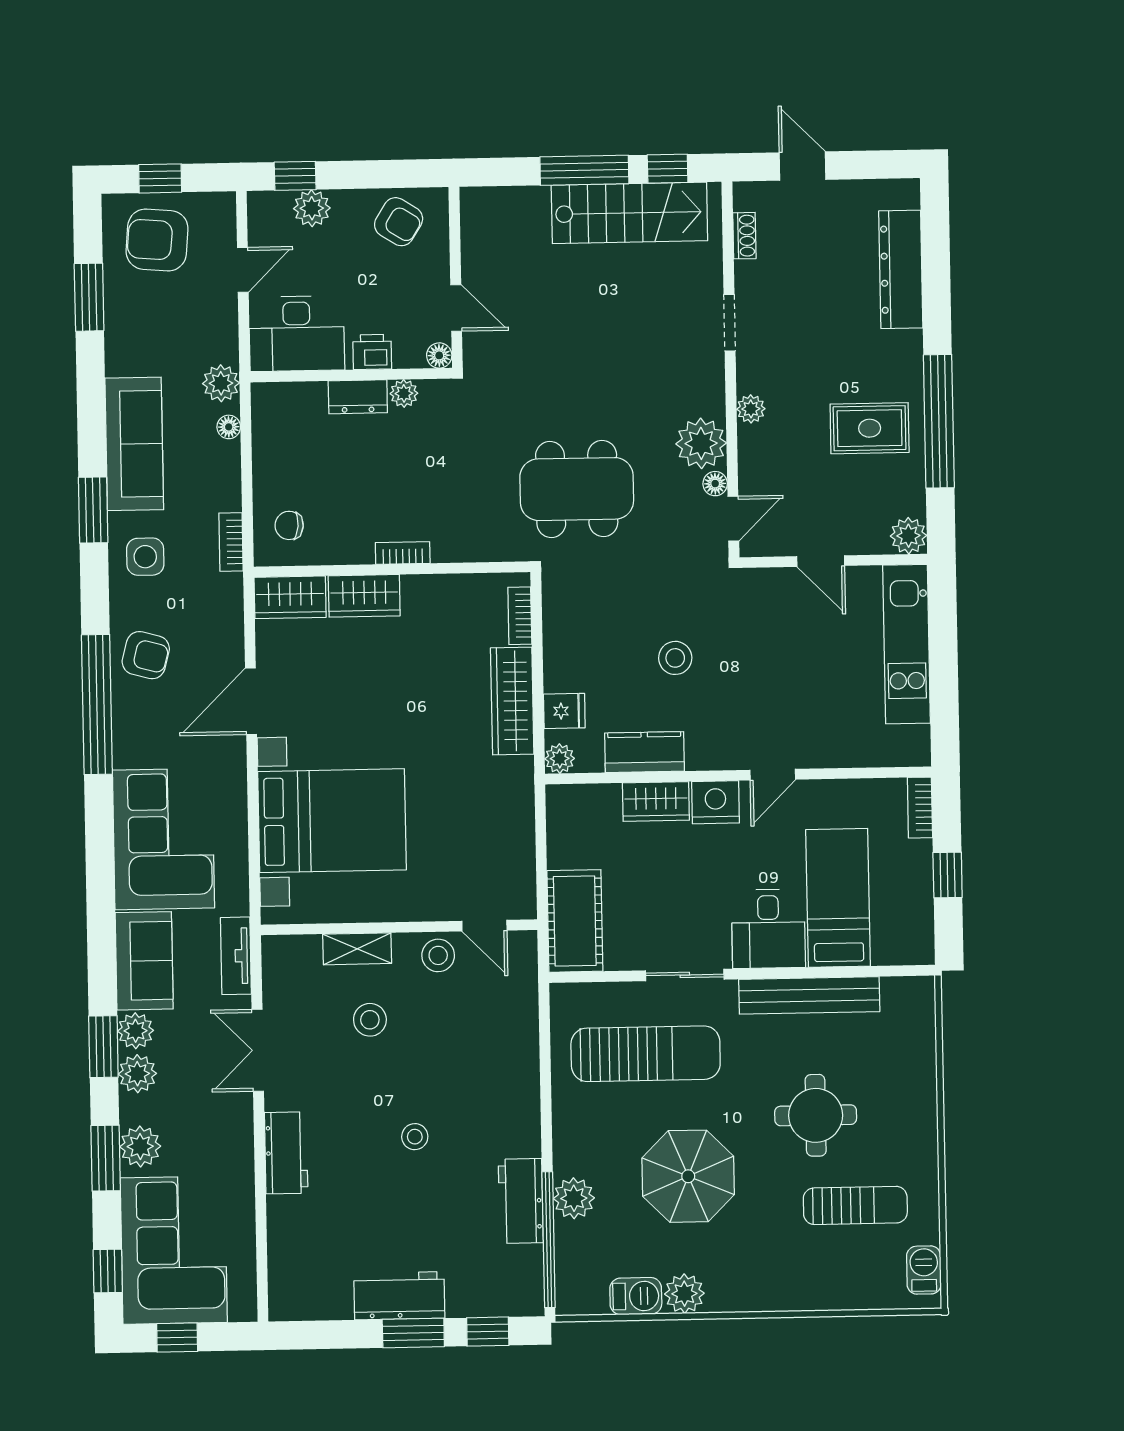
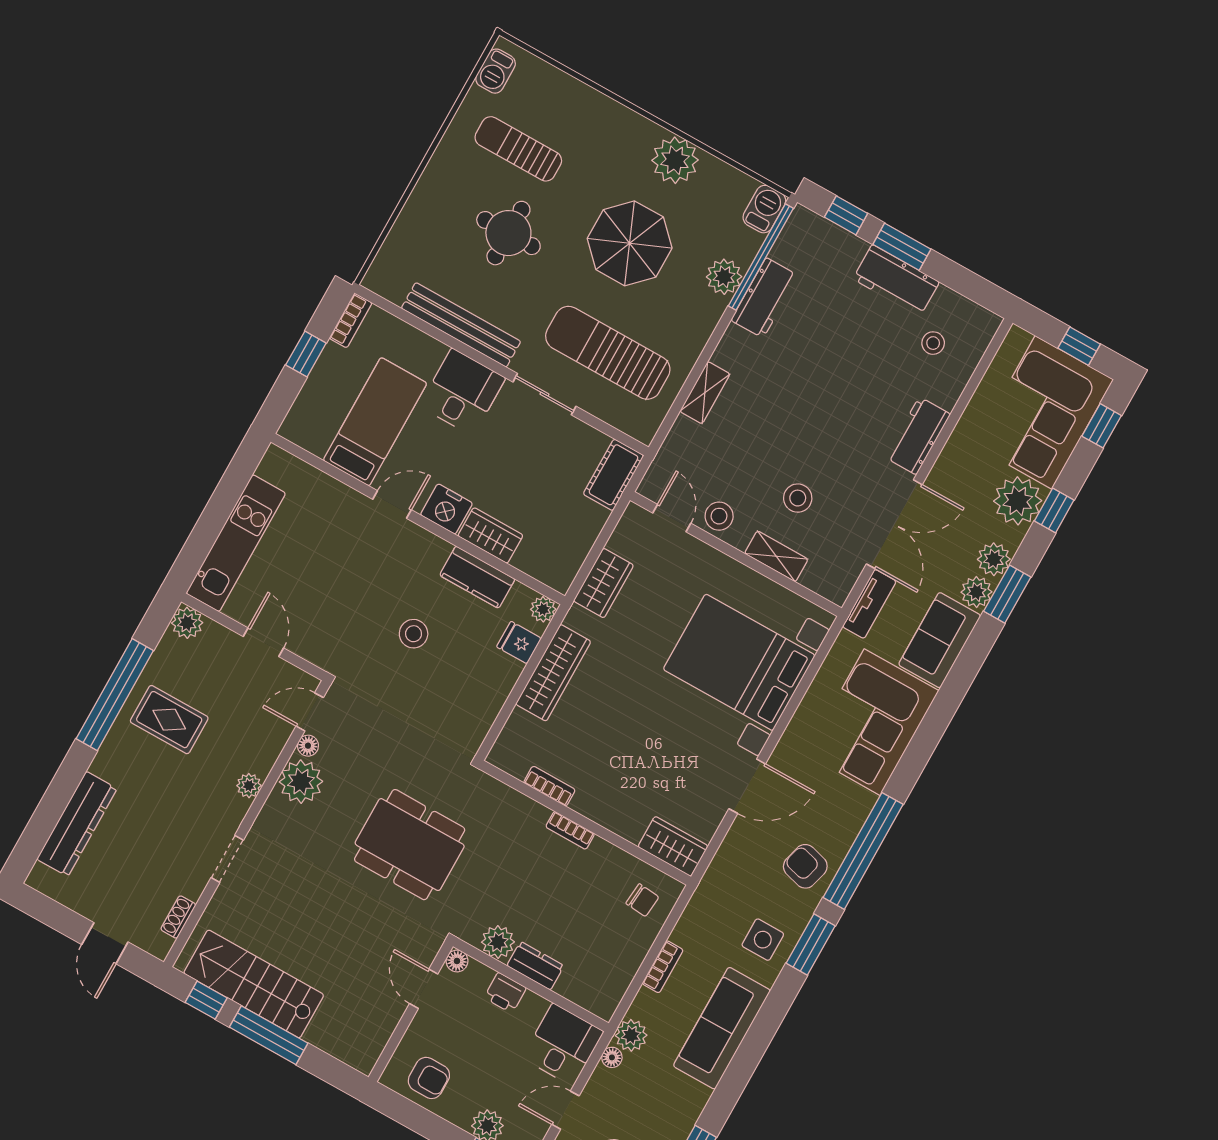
armchair: (399, 222) -> (429, 1078), turned 148
desk: (297, 334) -> (563, 1045), width x0.73
plant: (404, 393) -> (498, 942), width x1.38, depth x1.38
floor lamp: (229, 427) -> (612, 1057), moved
dining table: (577, 489) -> (410, 845), moved
window: (93, 510) -> (811, 945), moved
bookcase: (231, 542) -> (663, 967), moved
wardrobe: (364, 596) -> (604, 583), moved, turned 90
bookcase: (520, 616) -> (549, 786), moved, turned -90
bookcase: (920, 808) -> (351, 321), moved
bed: (838, 898) -> (375, 422), moved, turned 180
cot: (575, 921) -> (613, 475), width x0.73, depth x0.75
double door: (258, 1050) -> (894, 524), width x1.37
shelving: (525, 1071) -> (705, 393), added
stool: (415, 1137) -> (933, 343), moved
plant: (140, 1146) -> (1018, 501), width x1.36, depth x1.36
window: (106, 1158) -> (1054, 510), width x0.67
plant: (684, 1294) -> (675, 160), width x1.36, depth x1.36
barbecue: (636, 1296) -> (764, 209), moved, turned 90

